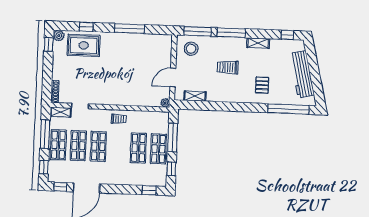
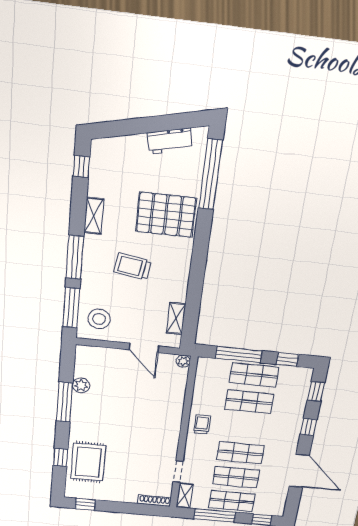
plant: (59, 36) -> (81, 385), moved
trolley: (228, 67) -> (132, 267), turned 99
workbench: (302, 74) -> (170, 141), width x0.53, depth x0.76
pallet: (262, 85) -> (166, 215), width x2.05, depth x2.00
window: (60, 187) -> (308, 427), moved

